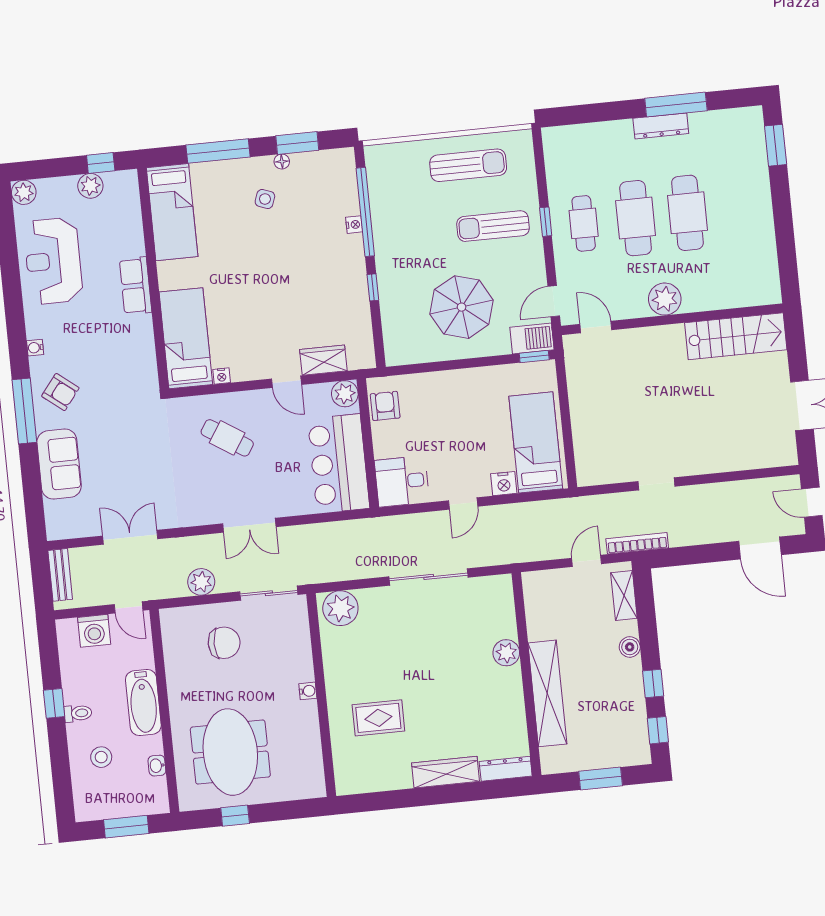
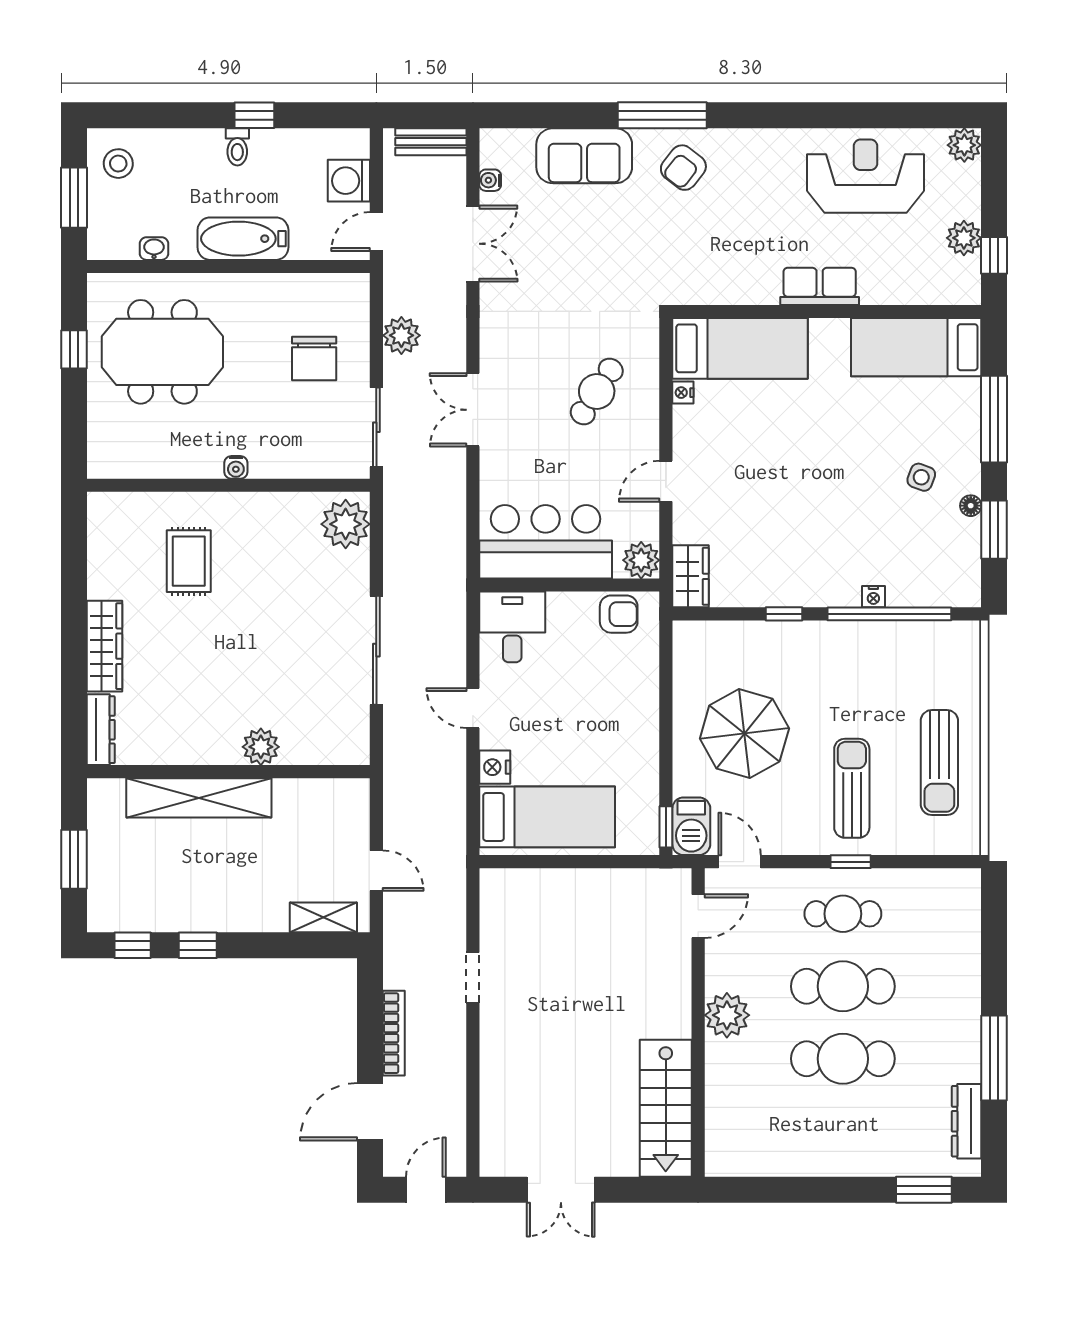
dresser: (661, 126) -> (967, 1121), moved
water cooler: (35, 348) -> (490, 180), moved, turned -90
wardrobe: (323, 360) -> (690, 576), moved
bookcase: (637, 543) -> (394, 1033), moved
boiler: (630, 647) -> (251, 918), removed
stool: (101, 757) -> (118, 164), moved

